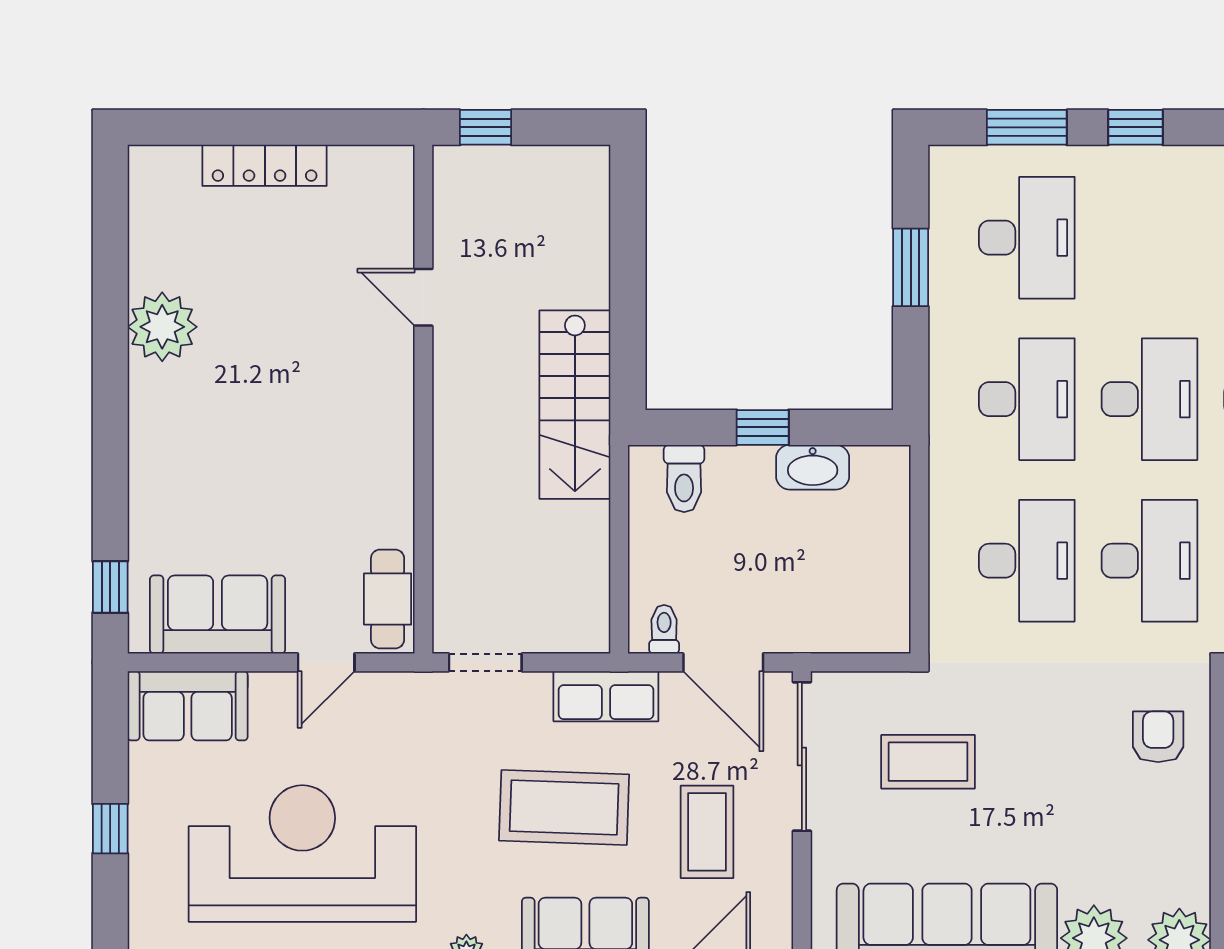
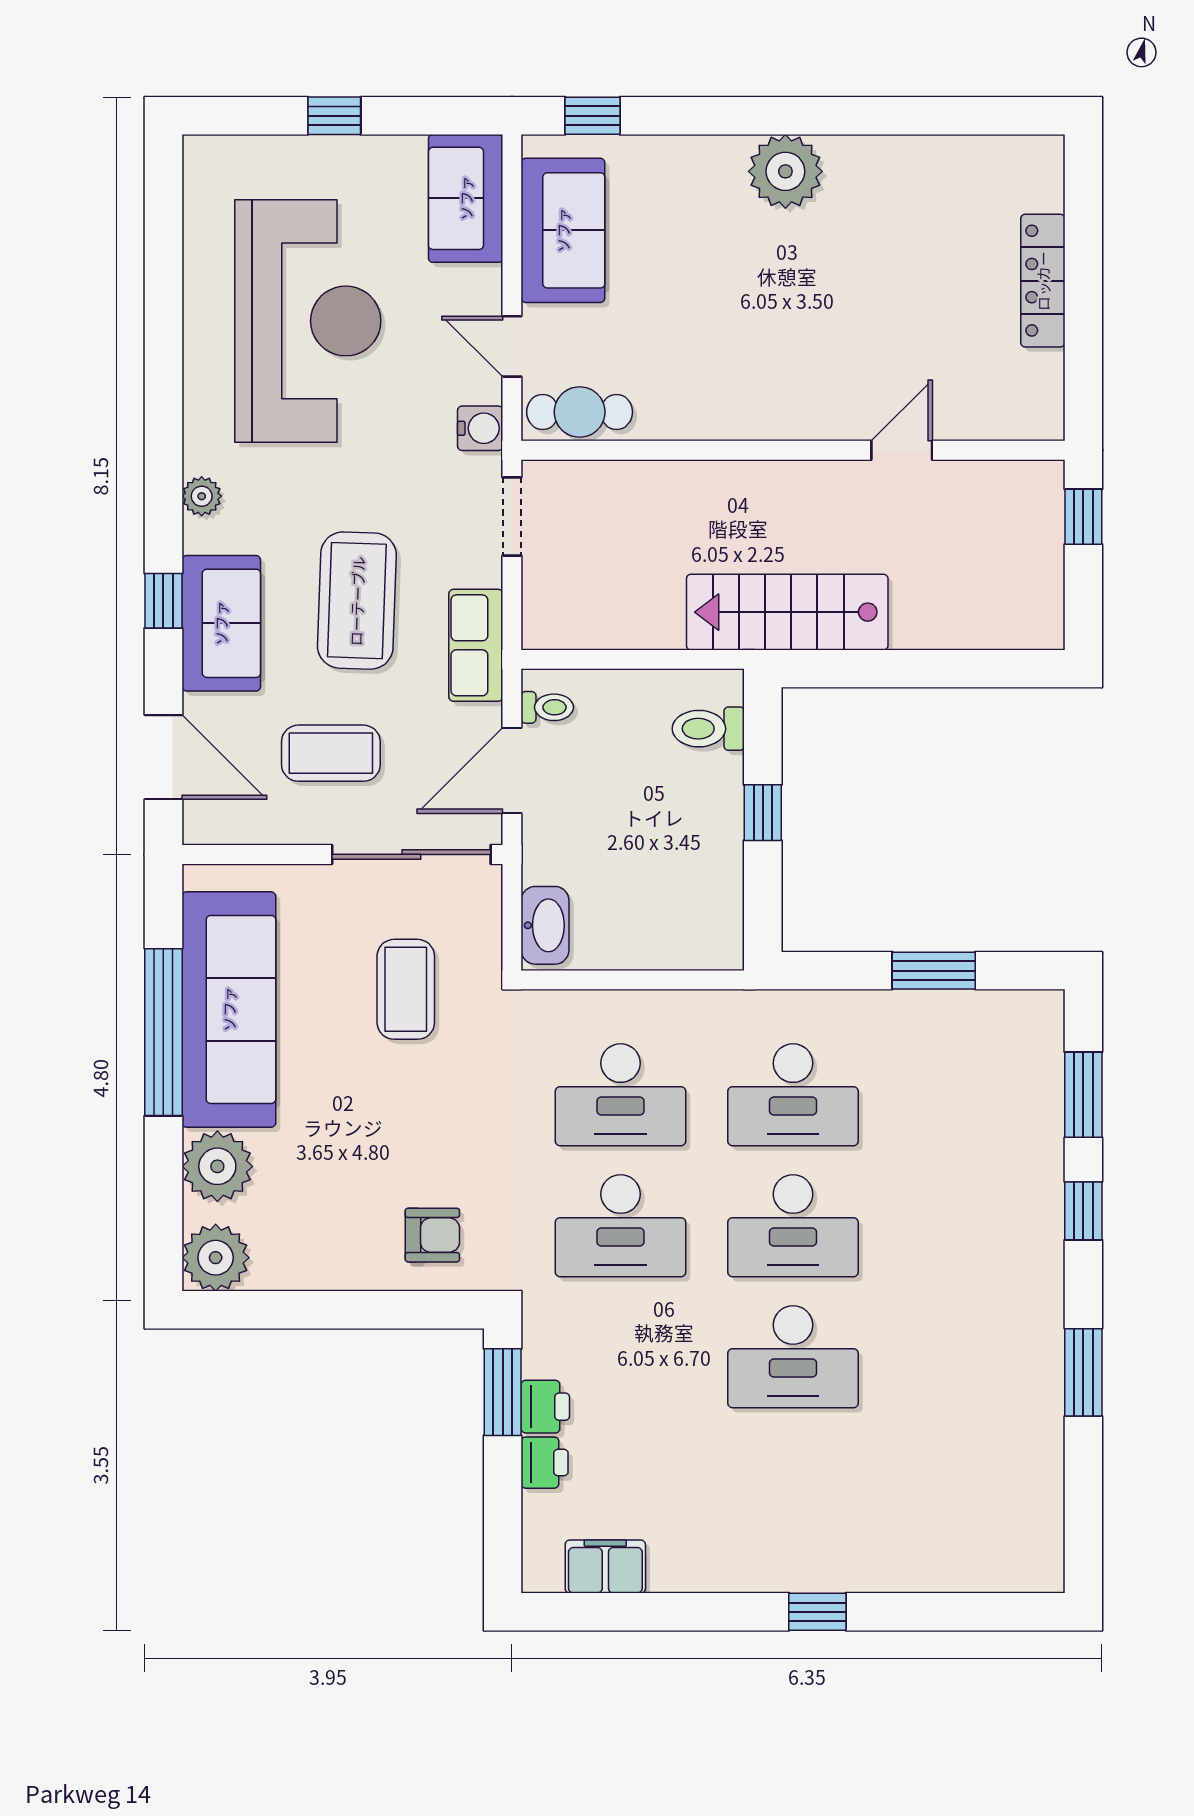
desk: (1027, 238) -> (966, 1095), removed
plant: (162, 327) -> (785, 171), moved
washbasin: (813, 467) -> (545, 925), moved, turned 180
water cooler: (403, 692) -> (480, 428), added

